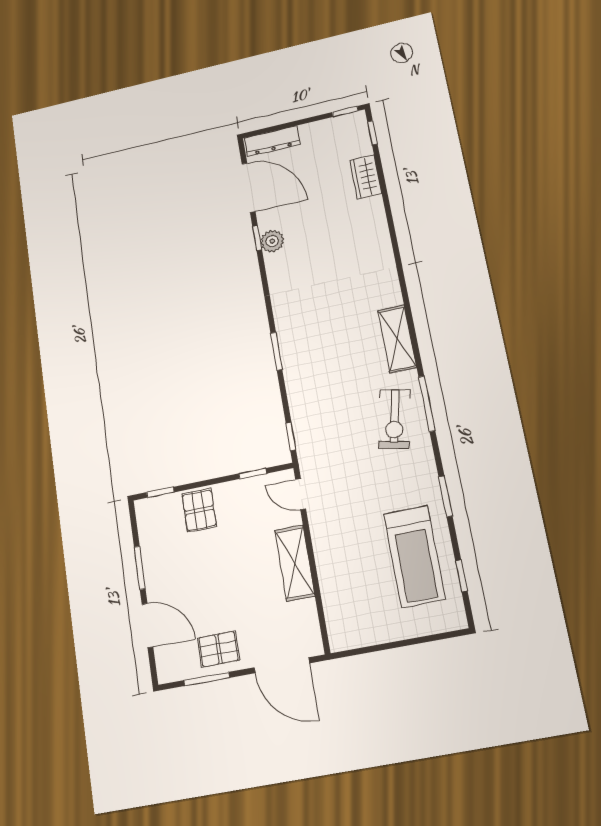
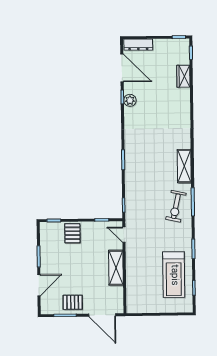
door: (147, 625) -> (39, 285), hinge flipped

